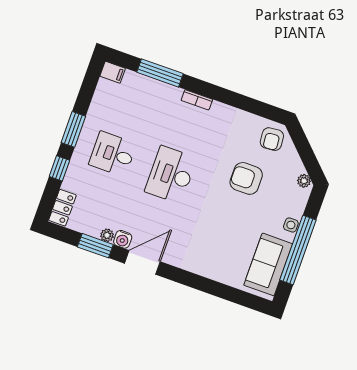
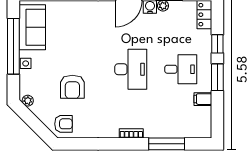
filing cabinet: (113, 72) -> (203, 99), moved
armchair: (272, 139) -> (63, 124), turned 95
armchair: (246, 178) -> (72, 87), turned 90

